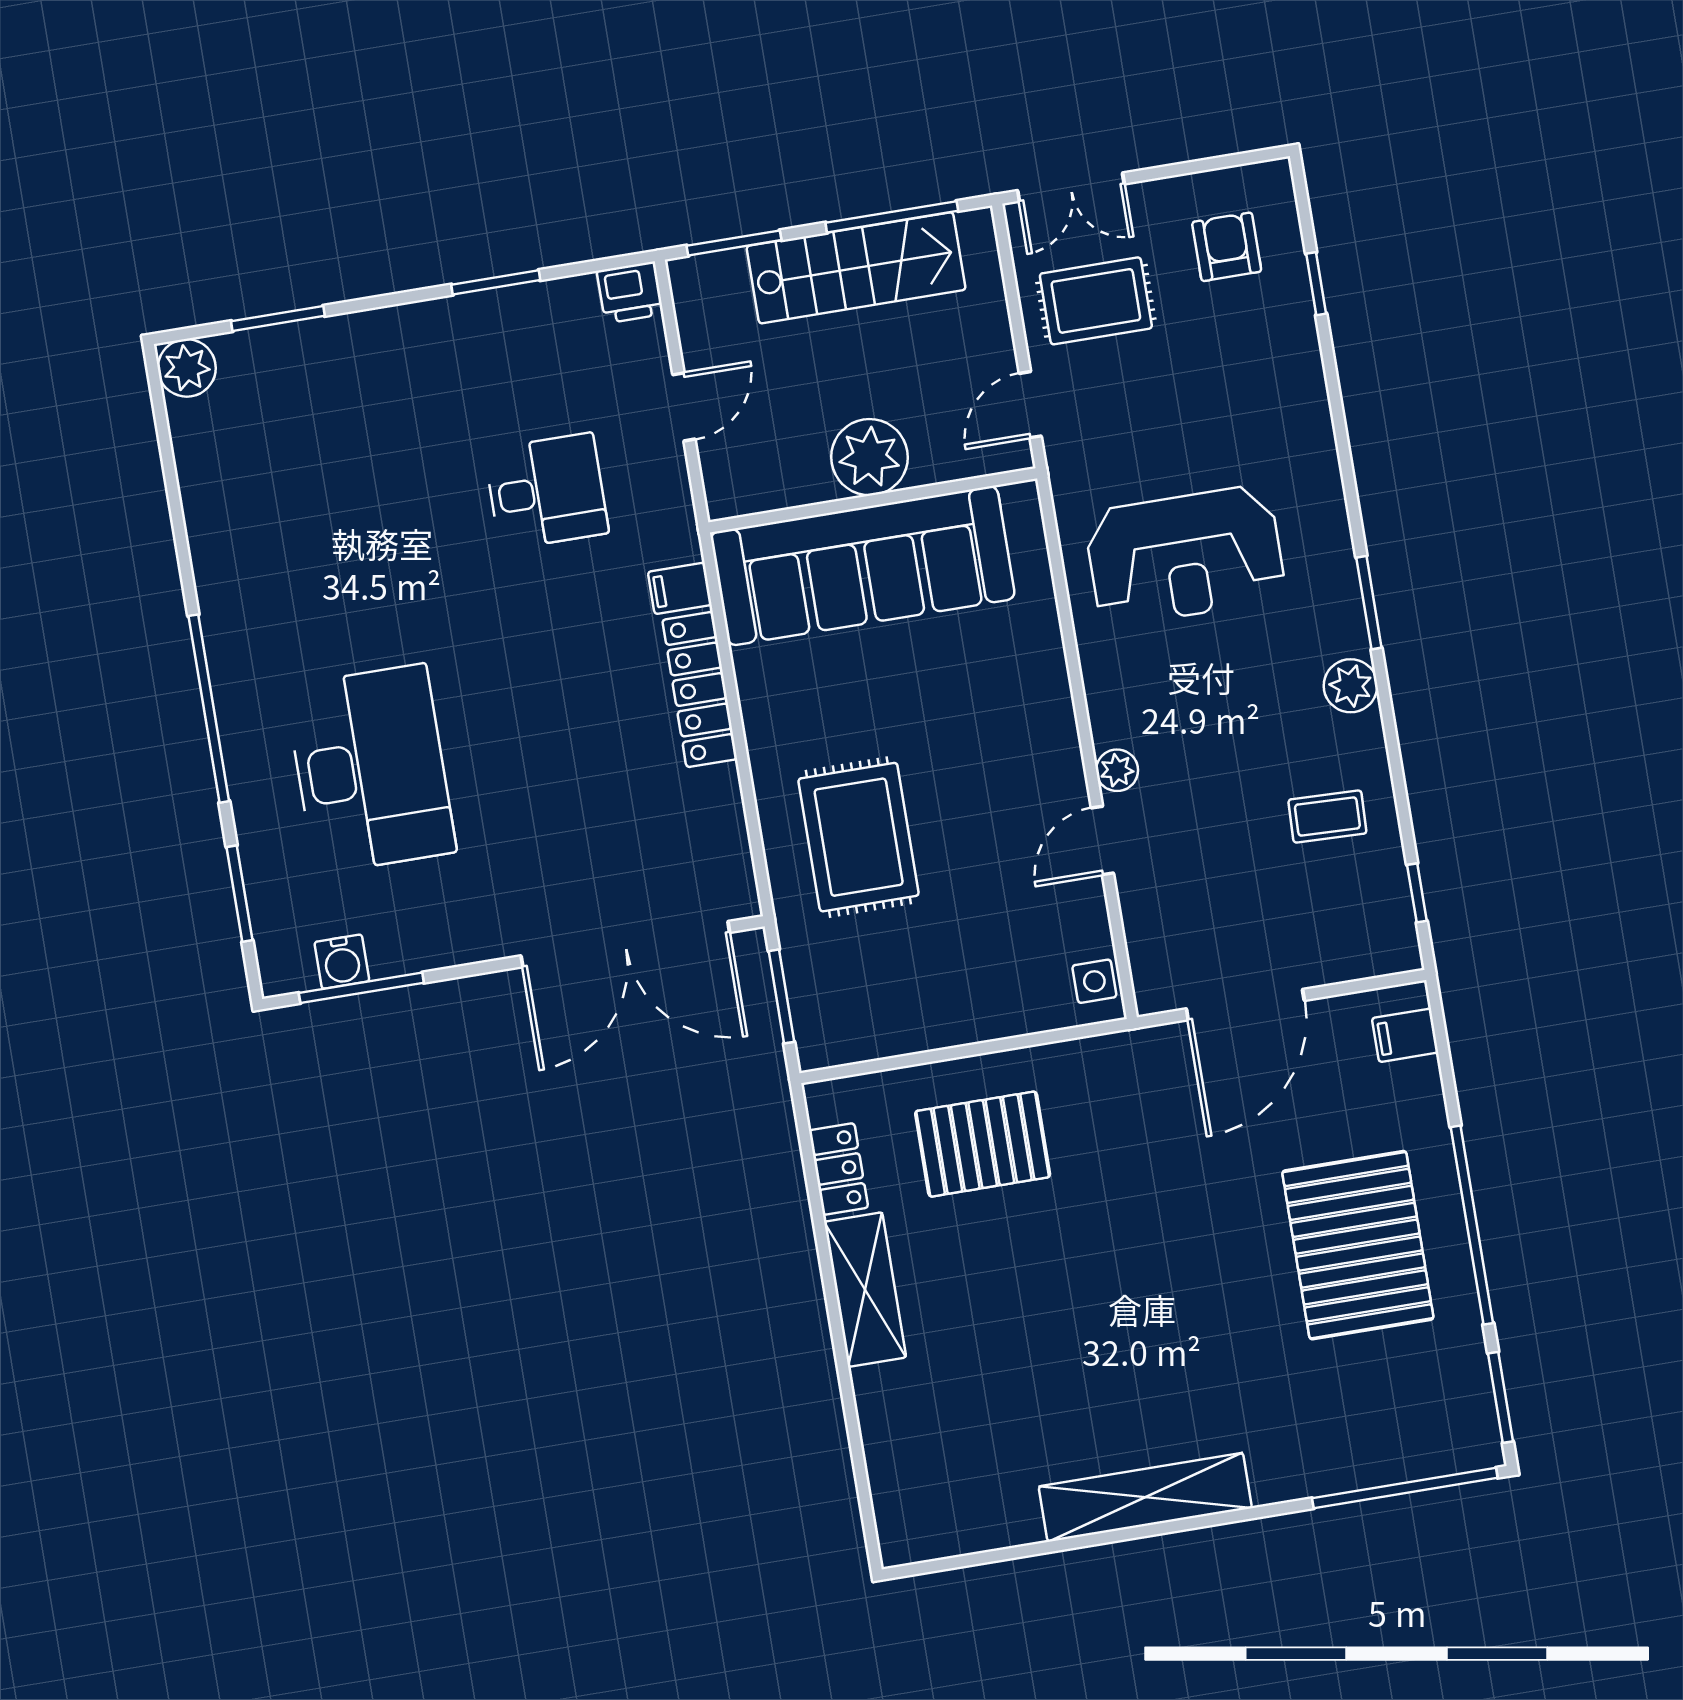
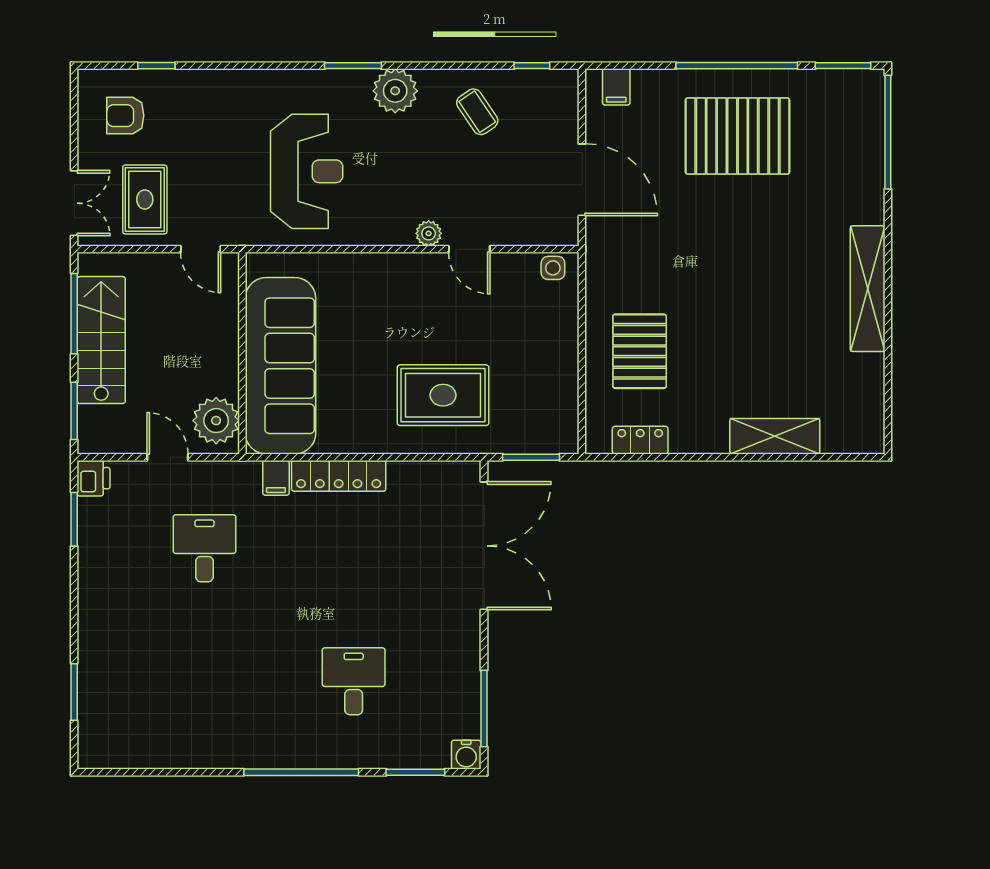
window: (496, 282) -> (74, 519), moved
plant: (187, 368) -> (95, 752), removed
plant: (869, 457) -> (216, 421), moved
plant: (1351, 686) -> (395, 91), width x1.36, depth x1.36
desk: (370, 769) -> (354, 681), width x0.53, depth x0.77
coffee table: (1327, 817) -> (477, 112), turned -36
water cooler: (342, 962) -> (466, 755), moved, turned 90
shelving: (865, 1290) -> (775, 436), moved

